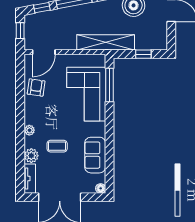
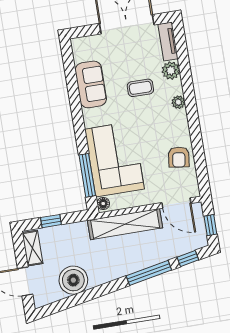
shelving: (161, 35) -> (32, 248), added
shelving: (106, 42) -> (125, 224), moved
door: (44, 52) -> (176, 203), swing flipped
floor lamp: (101, 188) -> (103, 204), moved

